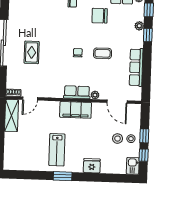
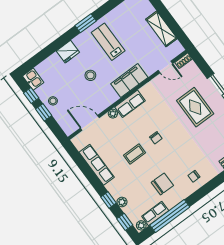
rug: (32, 52) -> (195, 107), width x1.36, depth x1.43
door: (30, 99) -> (165, 67), swing flipped
filing cabinet: (76, 110) -> (129, 81), moved
shelving: (12, 116) -> (161, 29), moved
stool: (118, 139) -> (90, 75), moved

